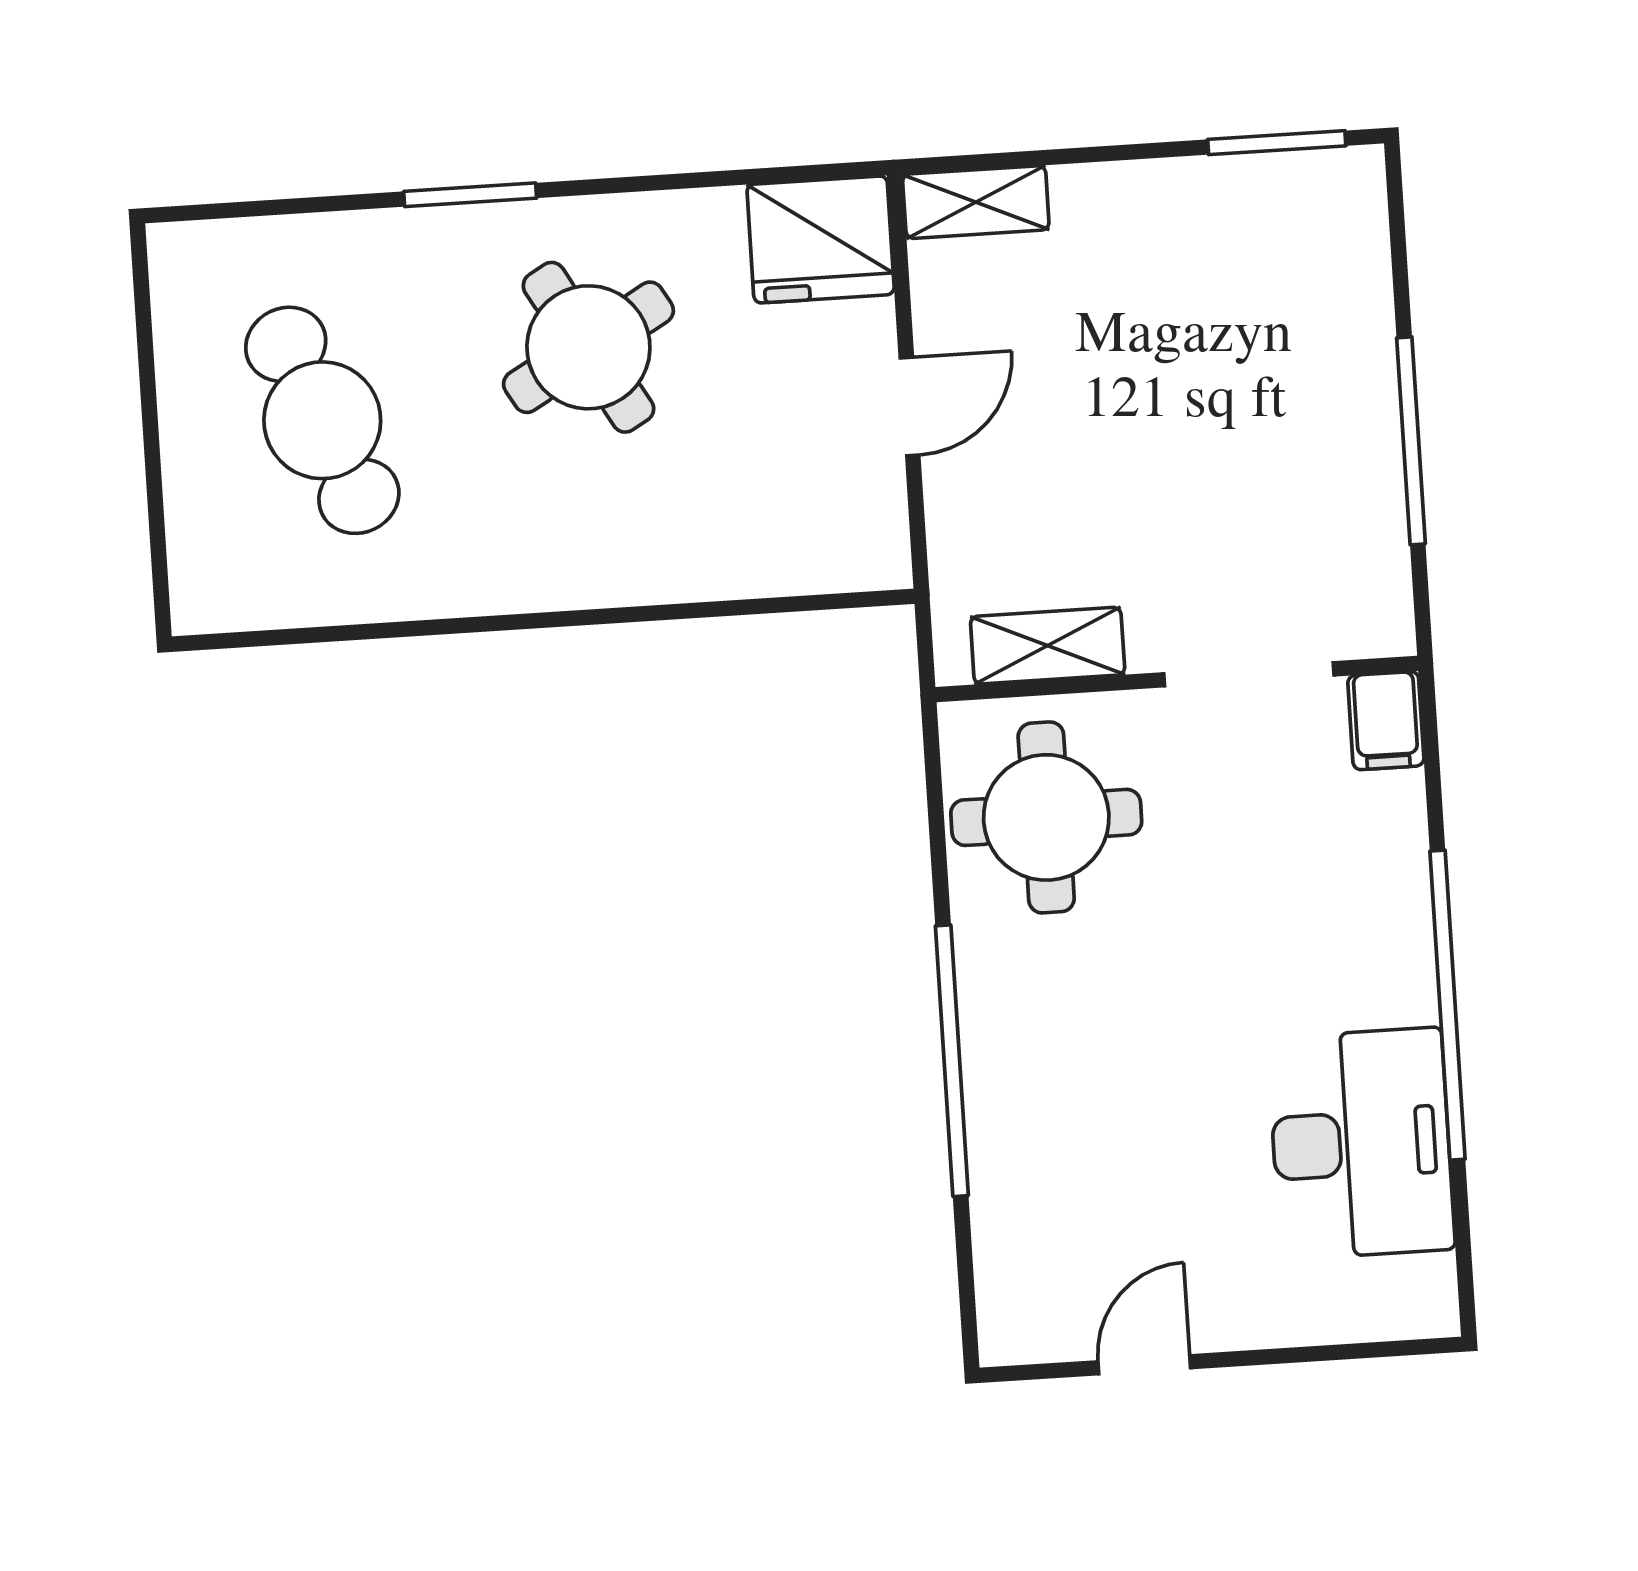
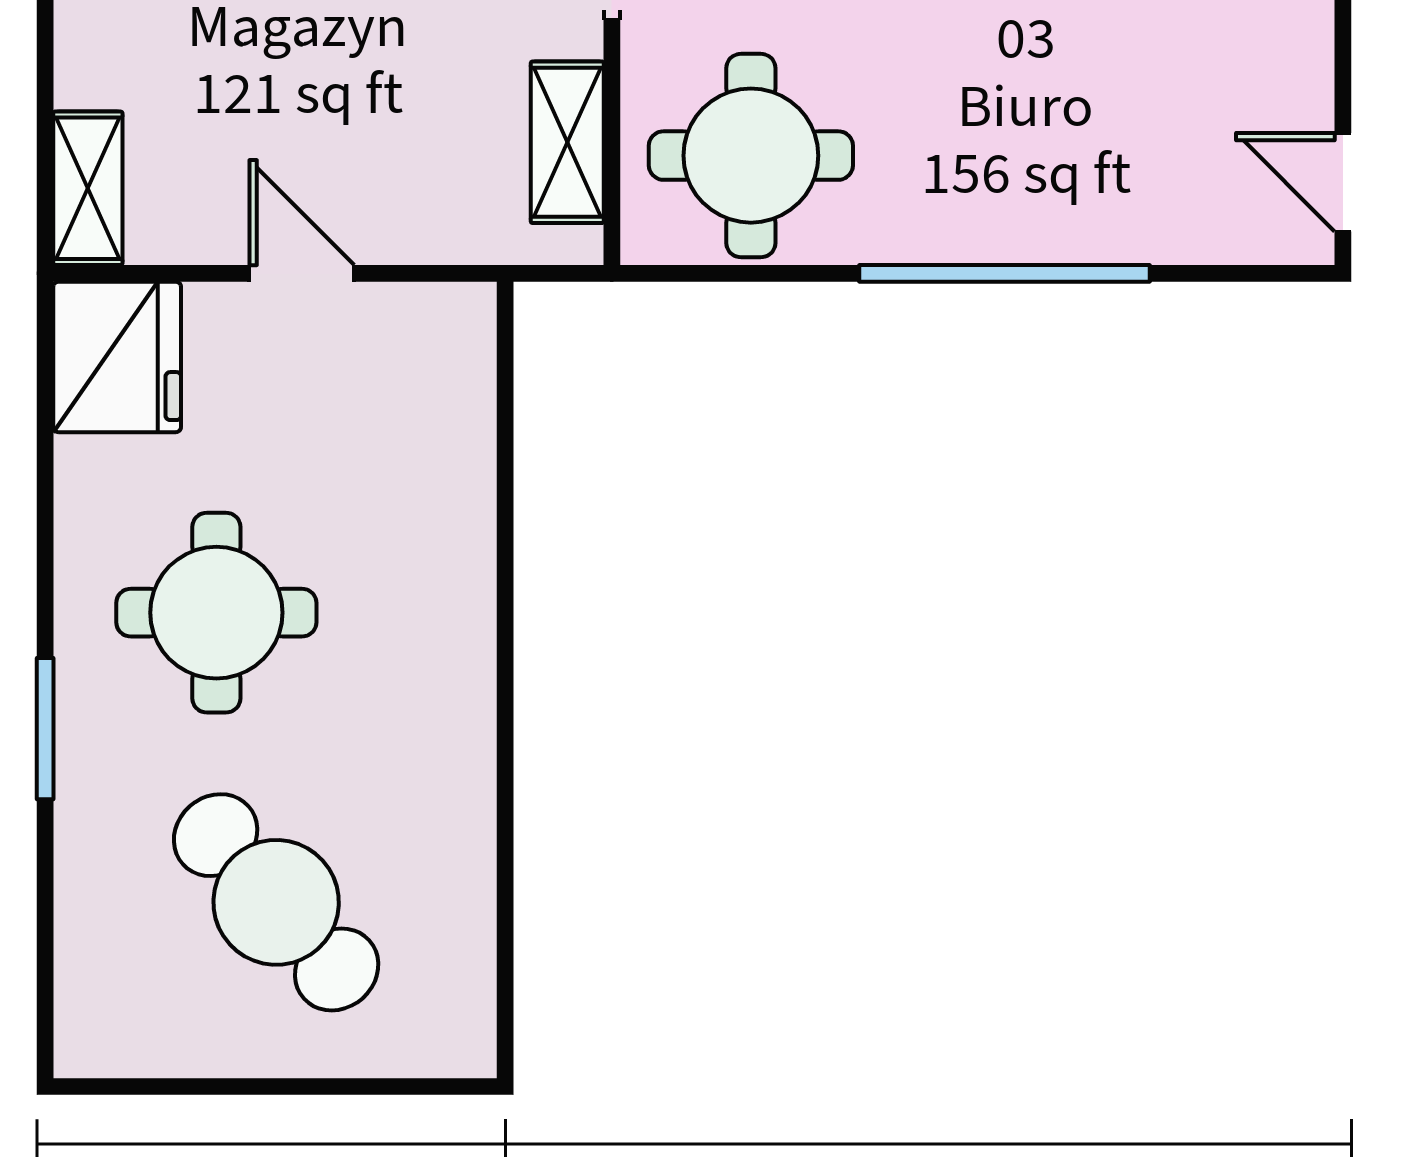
round table: (588, 347) -> (216, 613), turned 30
cafe table: (322, 420) -> (276, 902), turned 70
door: (1144, 1365) -> (1343, 182), moved

